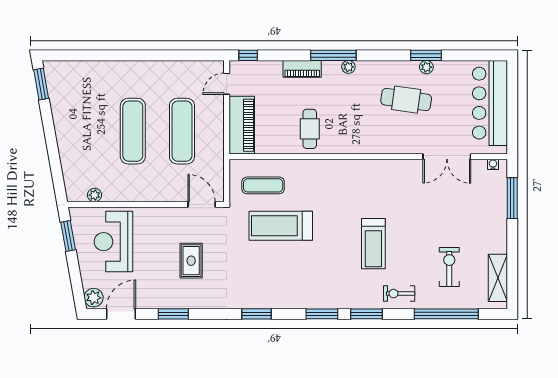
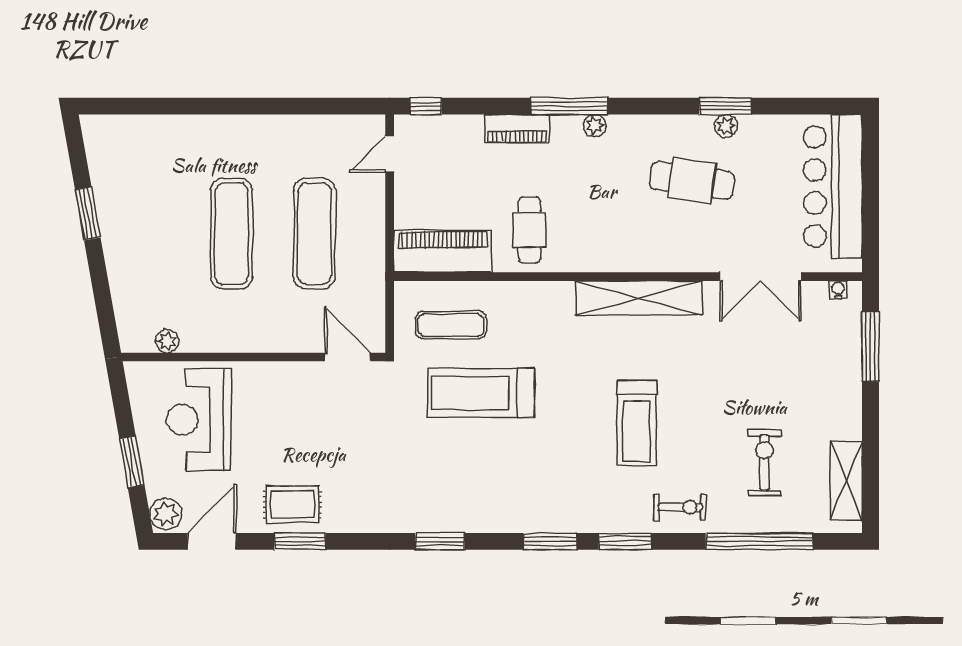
window: (41, 84) -> (88, 213), moved
piano: (242, 125) -> (443, 251), moved, turned -90
shelving: (375, 169) -> (639, 298), added
window: (68, 236) -> (132, 462), moved
rug: (191, 261) -> (292, 505), moved, turned 90
exercise bike: (399, 294) -> (680, 507), turned 180

